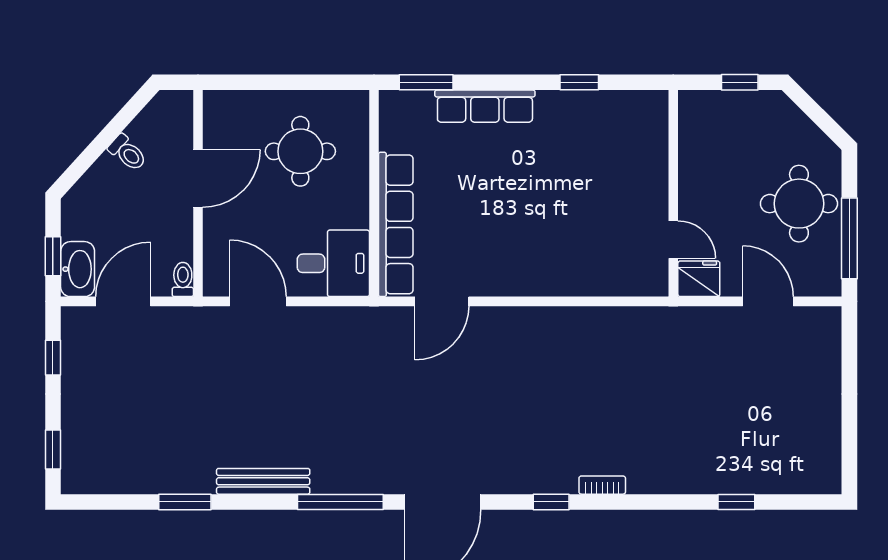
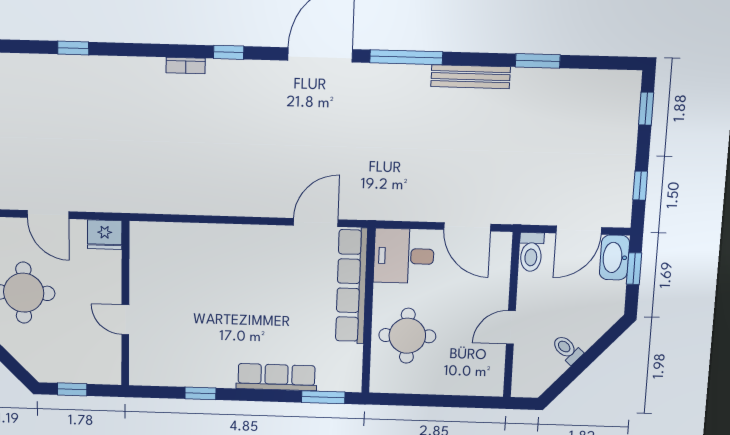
round table: (300, 151) -> (407, 336), moved
door: (198, 178) -> (511, 327), width x0.73
door: (673, 240) -> (125, 320), moved
toilet: (183, 280) -> (531, 252), width x1.37, depth x1.39

